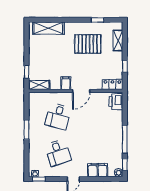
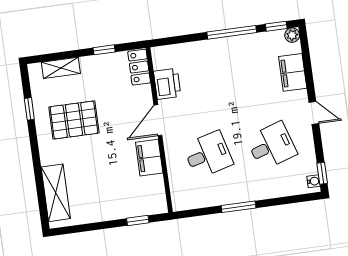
pallet: (88, 44) -> (74, 120), turned 90
filing cabinet: (66, 83) -> (149, 158), width x2.00
shelving: (39, 85) -> (158, 195), removed
door: (81, 91) -> (158, 120), swing flipped
printer: (116, 102) -> (167, 84), moved, turned -90
desk: (58, 116) -> (208, 155), turned -30

